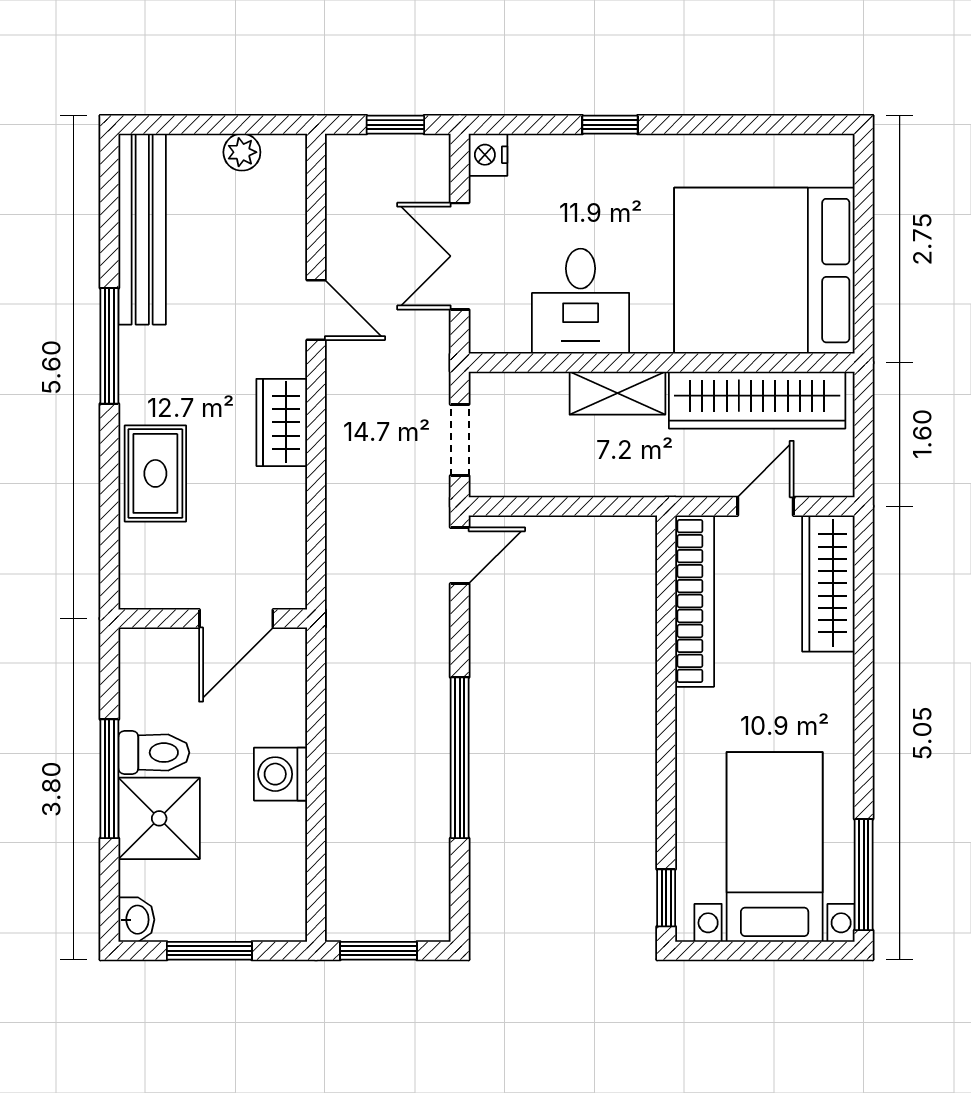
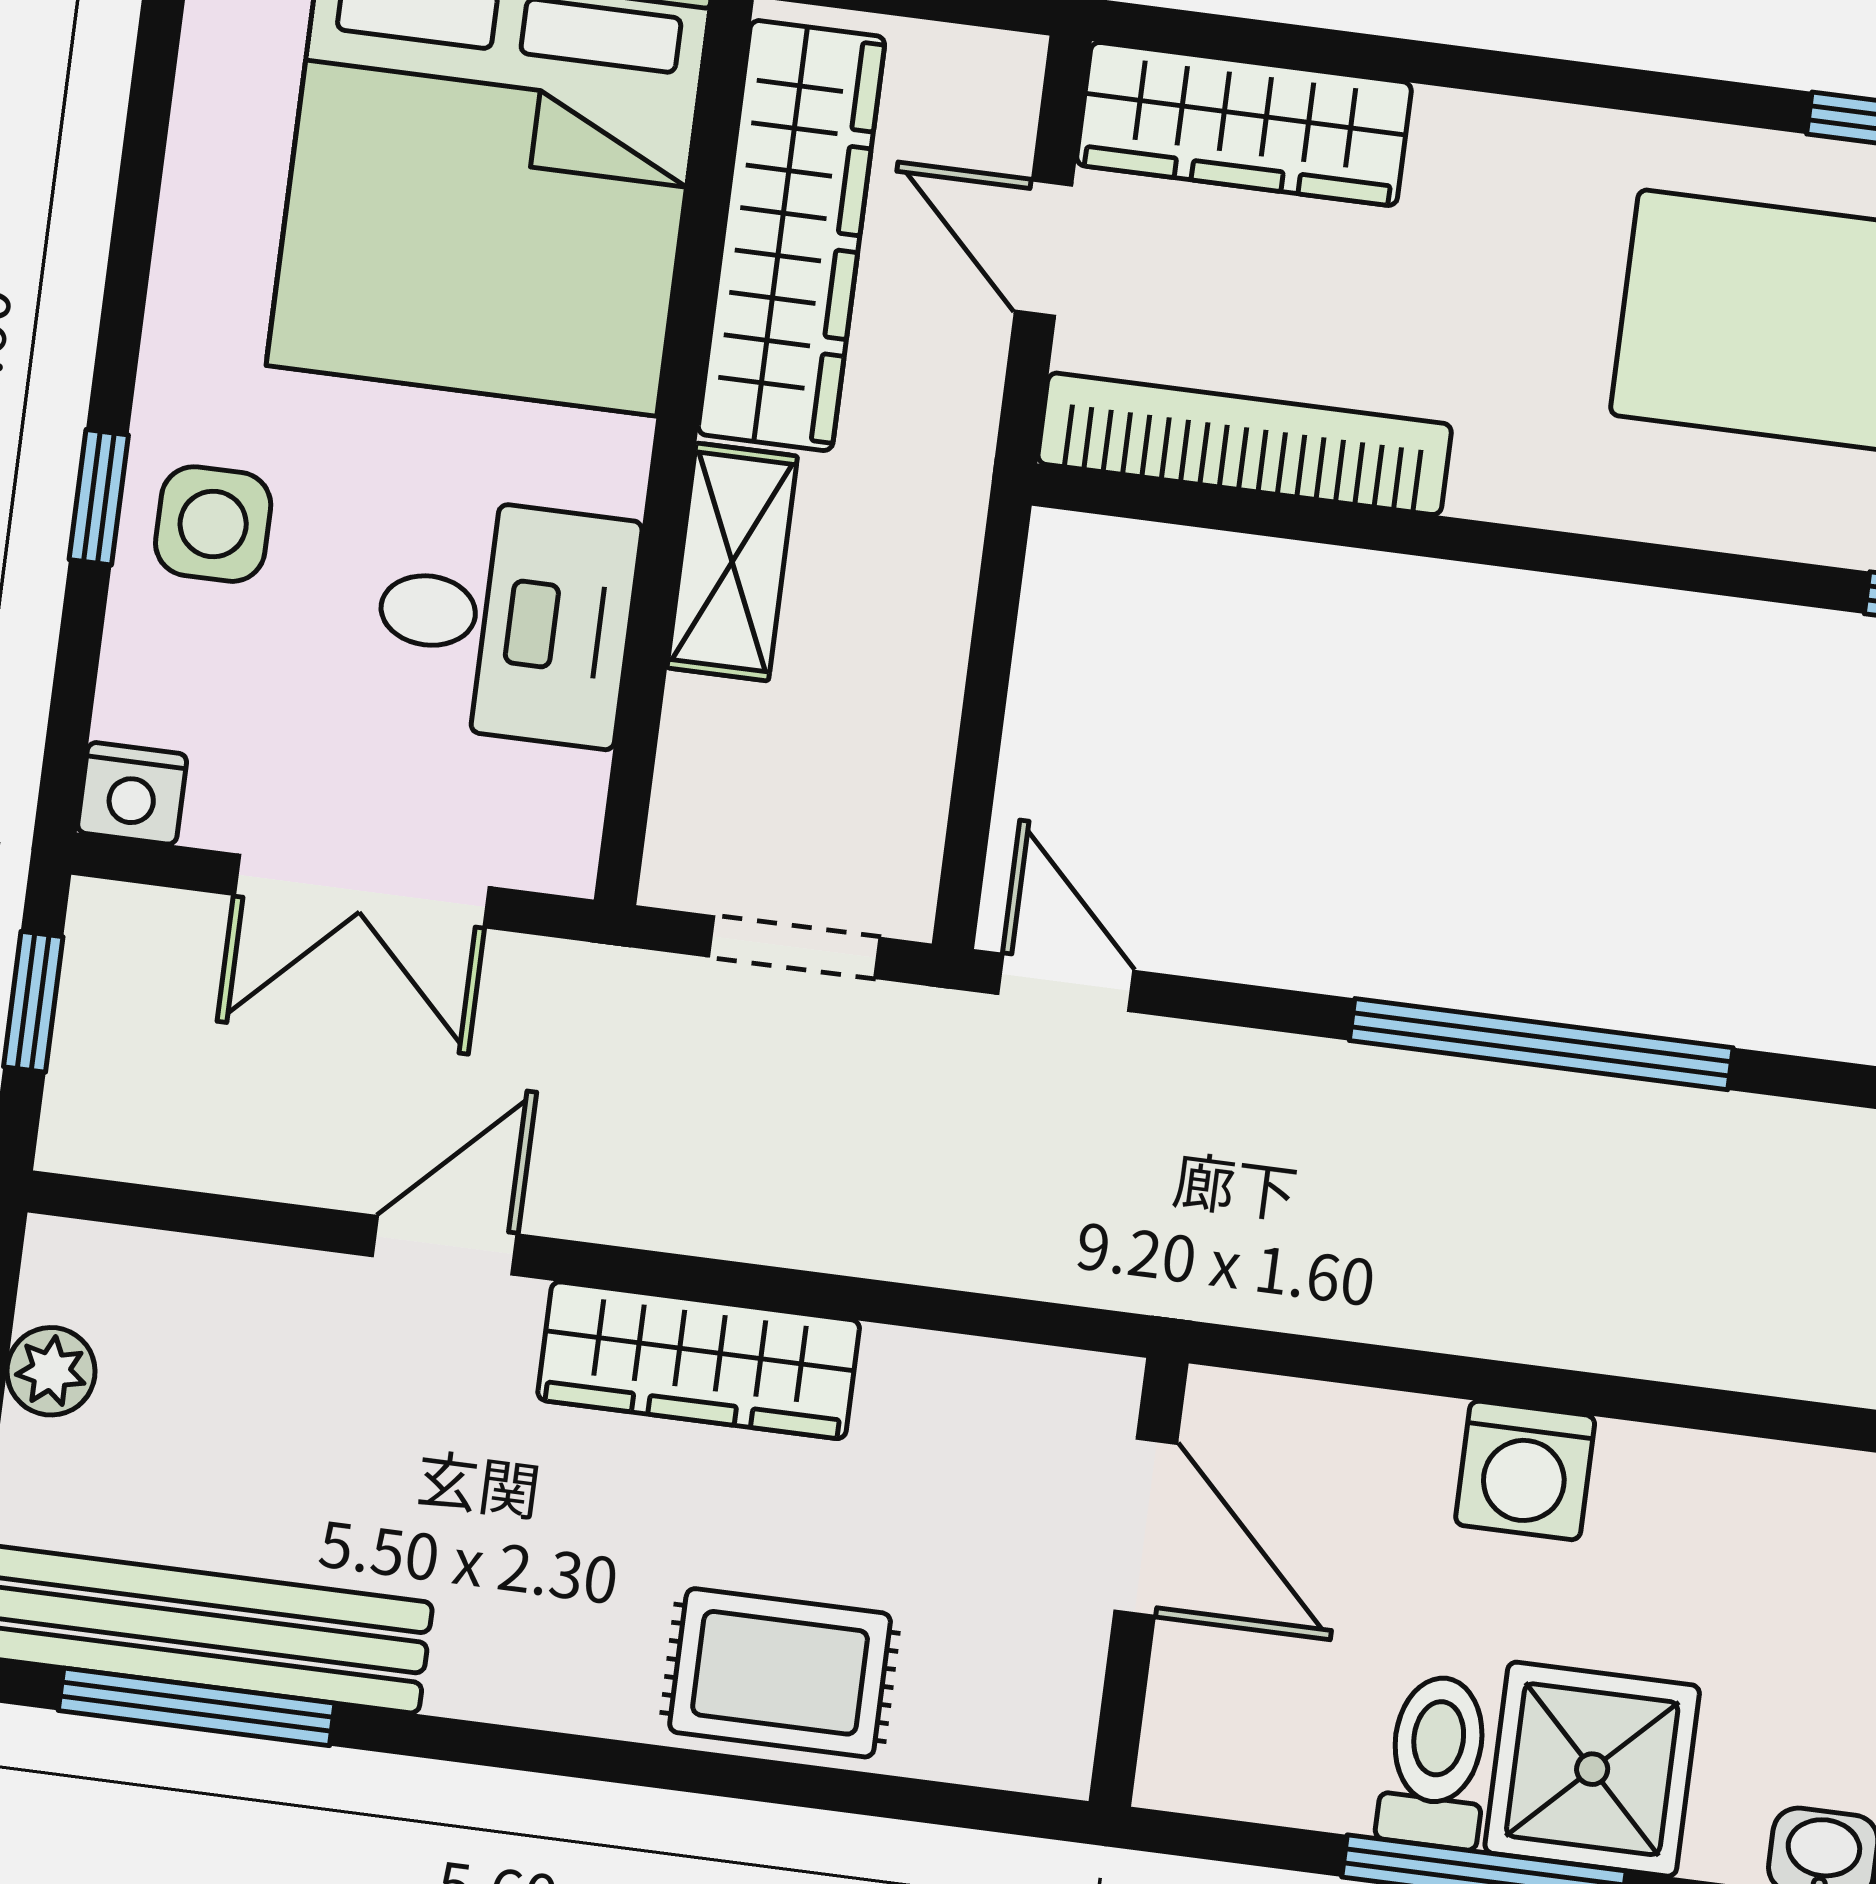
side table: (605, 174) -> (213, 524), added
window: (109, 346) -> (197, 1707), moved
wardrobe: (282, 422) -> (699, 1360), width x1.50

